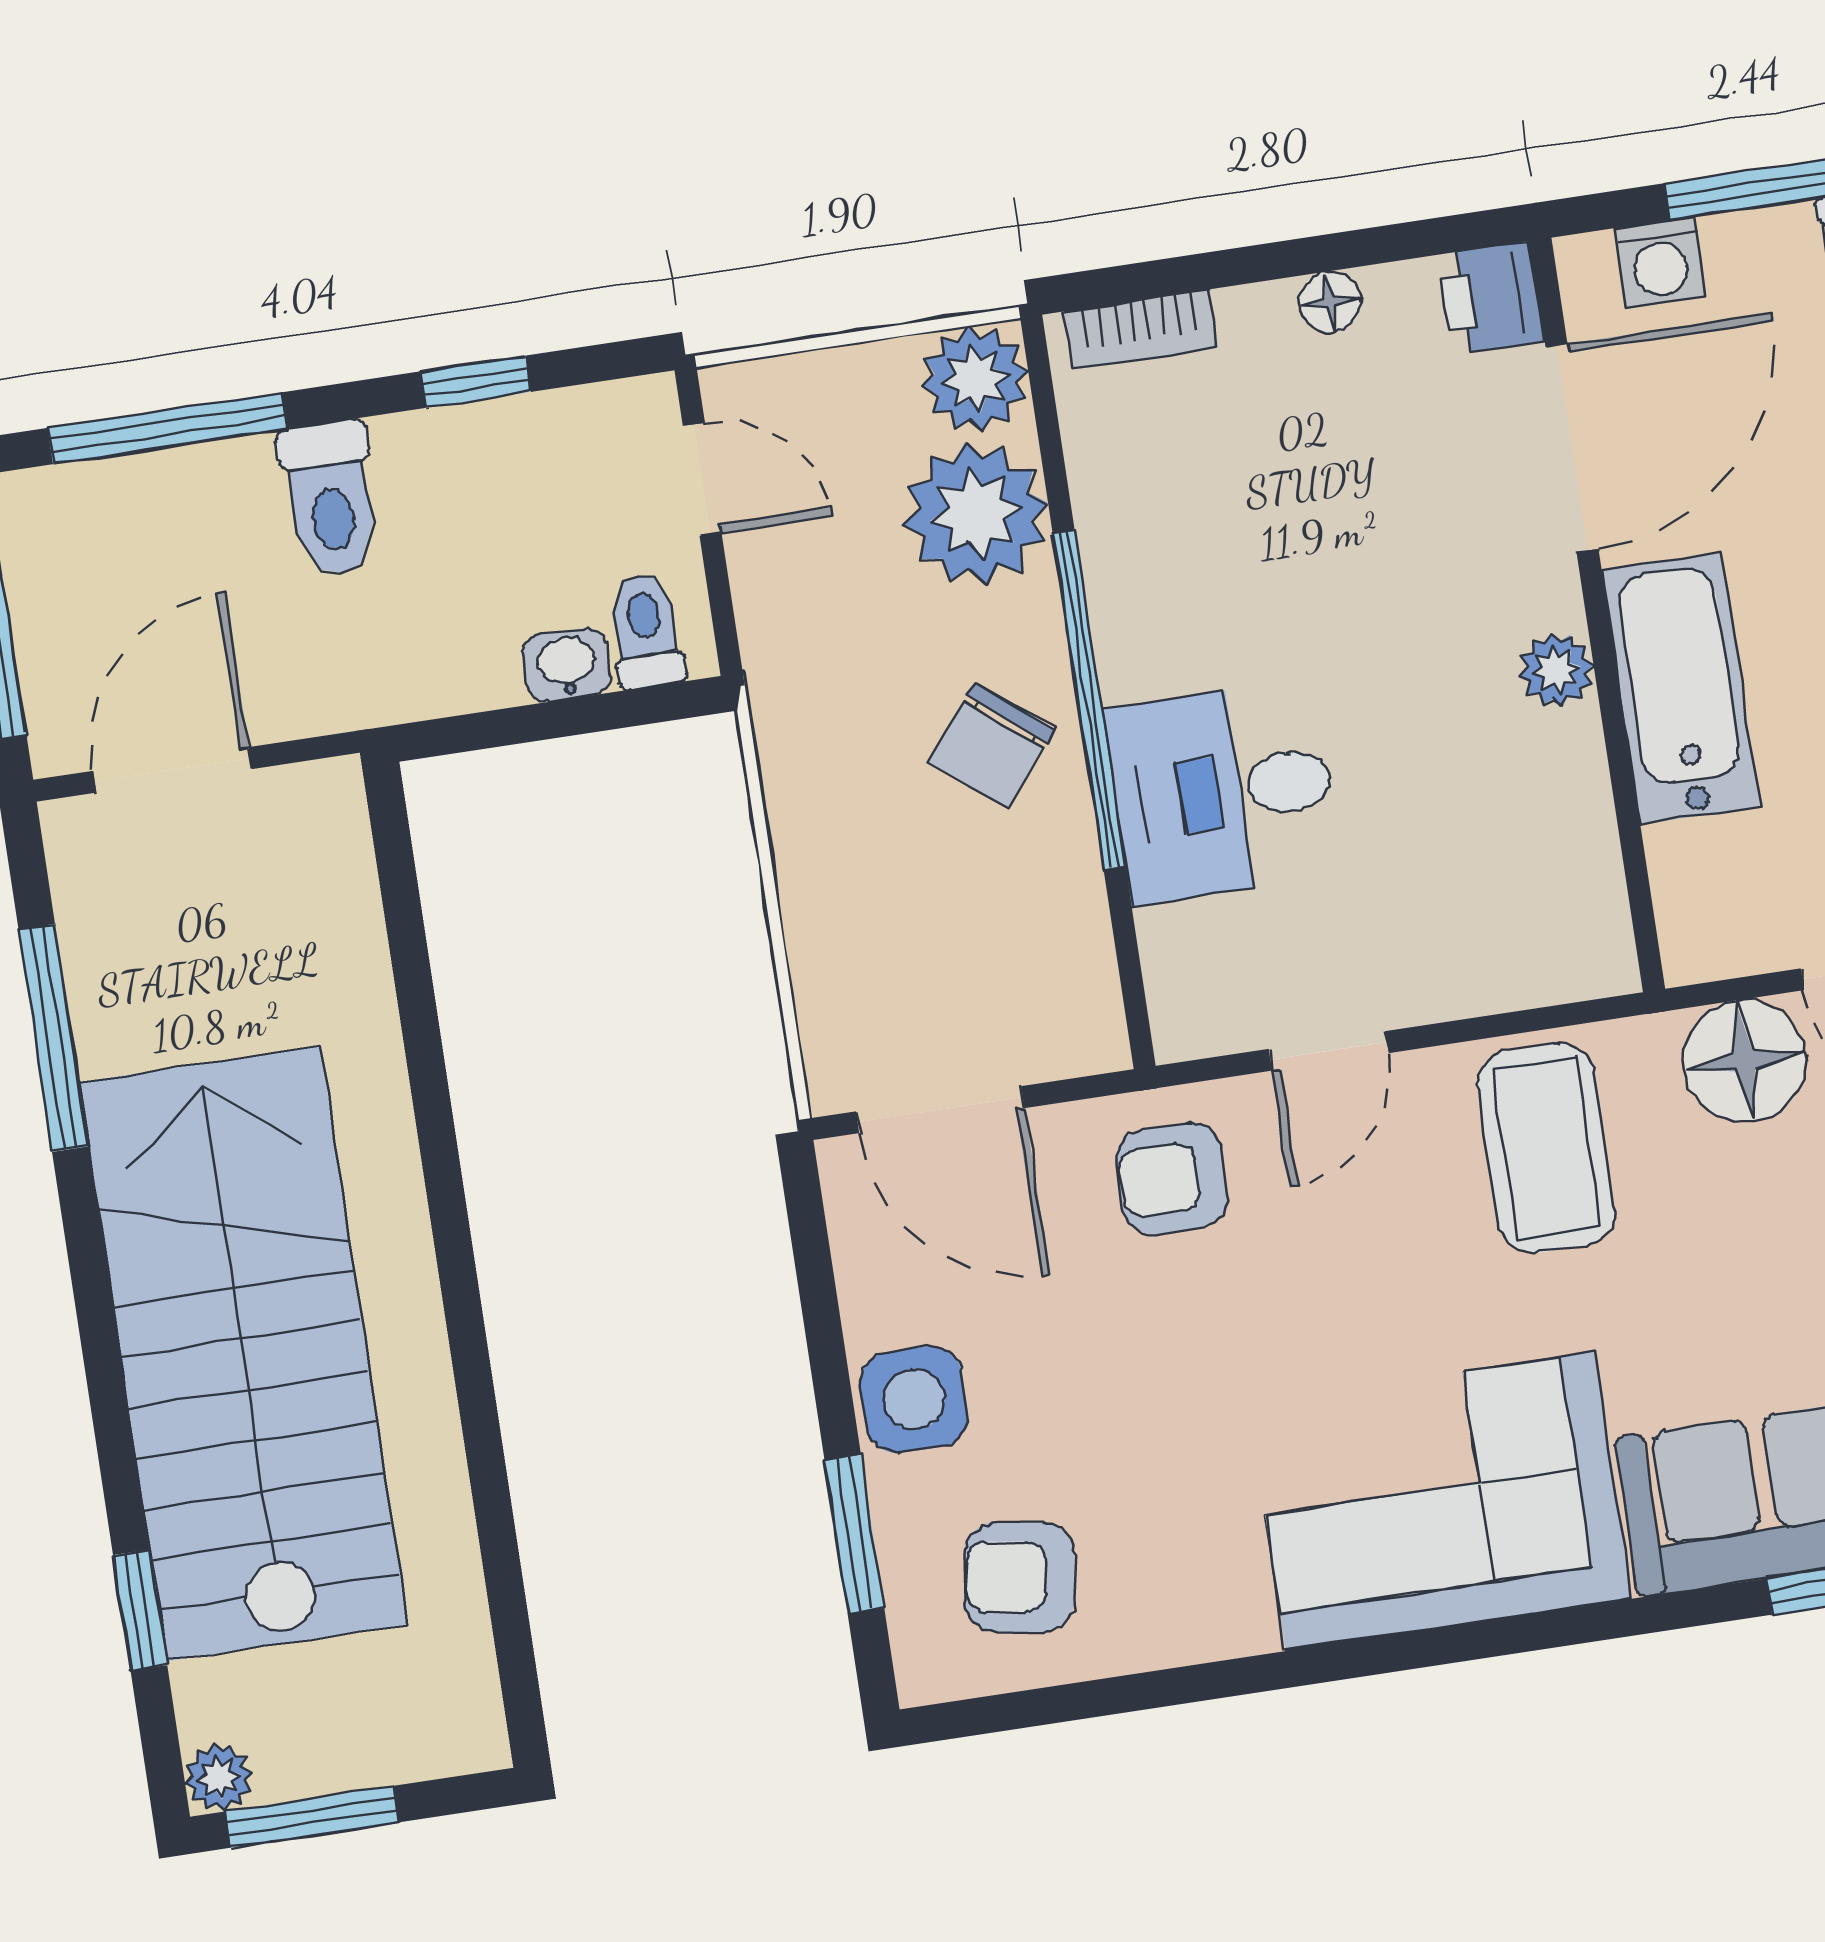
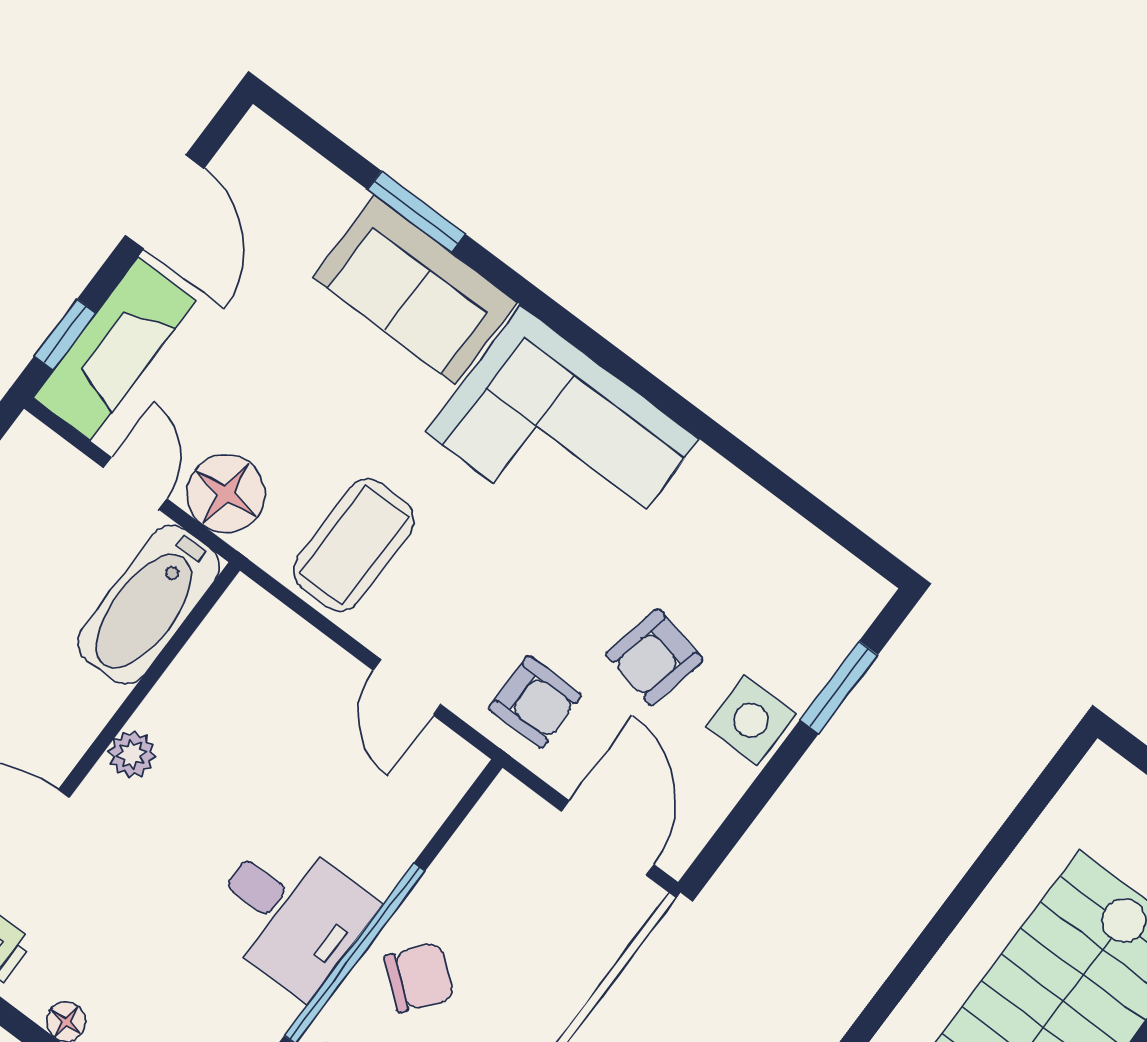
bathtub: (1681, 689) -> (149, 605), moved
desk: (1223, 792) -> (290, 913), moved
door: (1329, 1051) -> (407, 687), swing flipped
armchair: (1019, 1577) -> (654, 657), moved, turned 93

